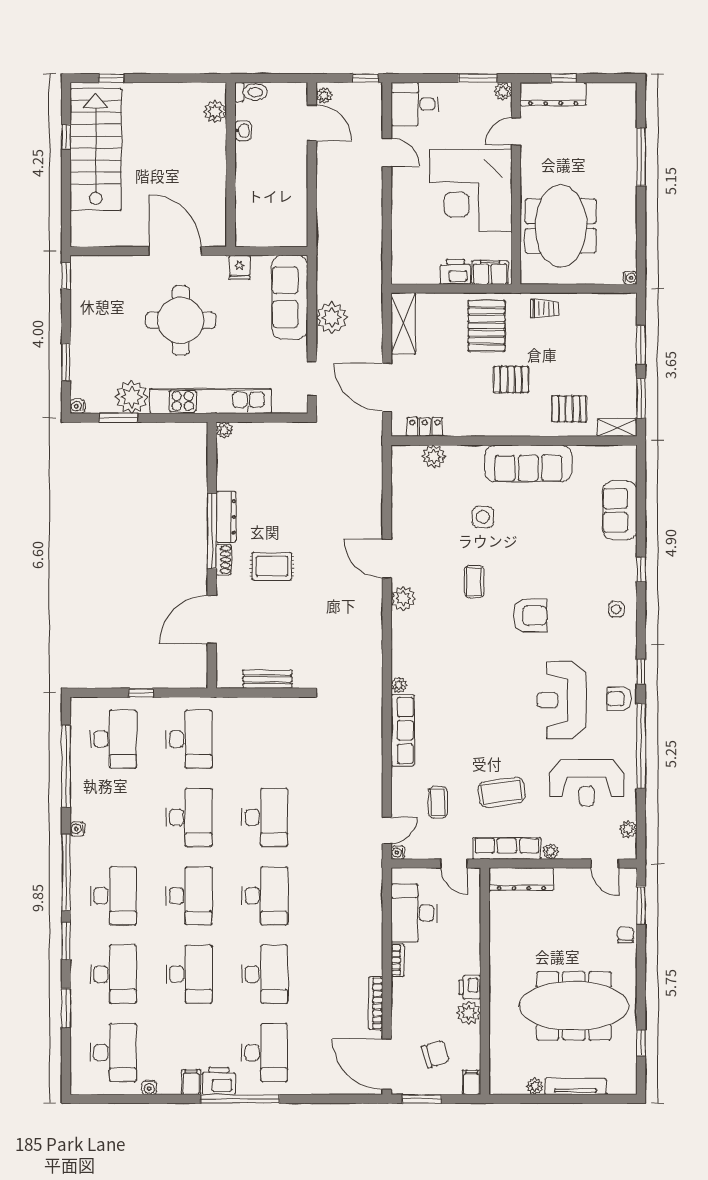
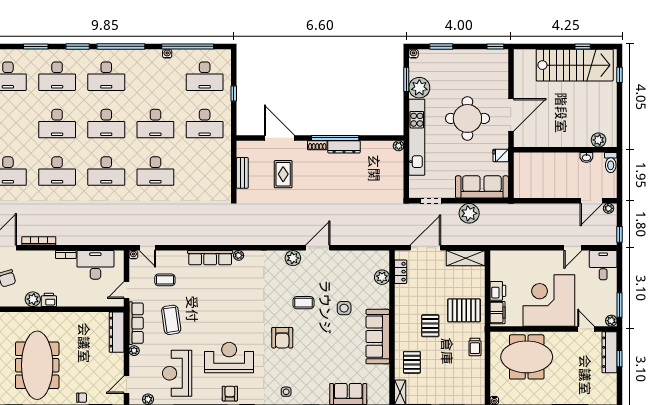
rug: (272, 566) -> (283, 174), moved
water cooler: (77, 829) -> (167, 54), moved

